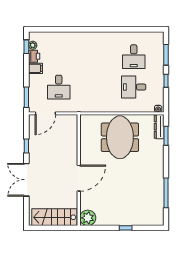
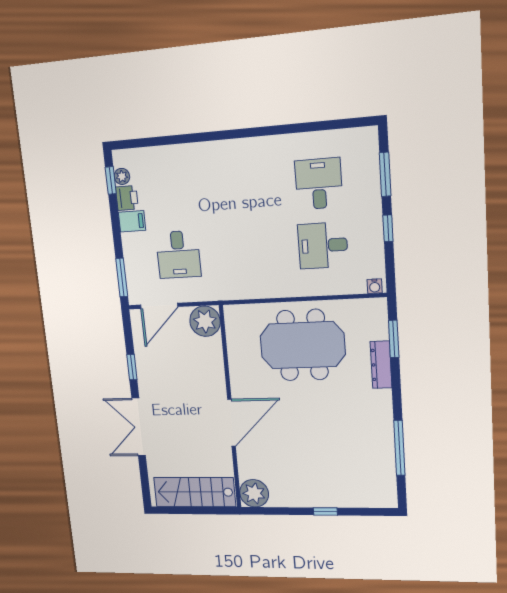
desk: (134, 57) -> (319, 184), turned 180
plant: (70, 123) -> (205, 321), added
dresser: (159, 127) -> (381, 365), moved
meeting table: (120, 137) -> (303, 345), turned 90

